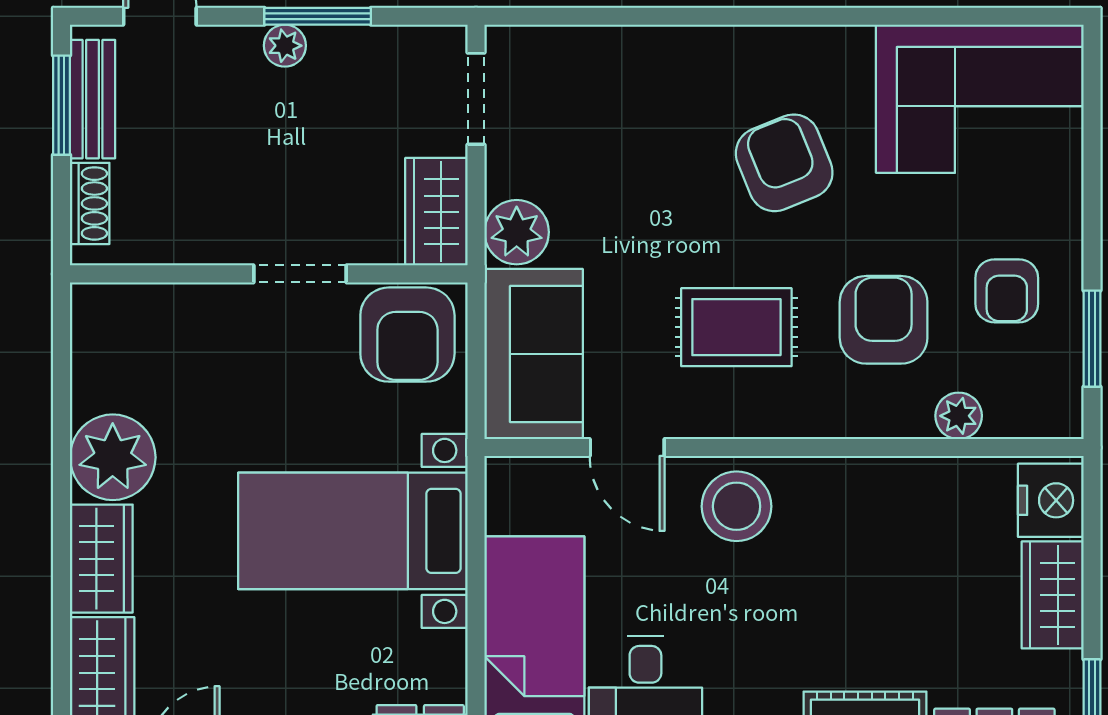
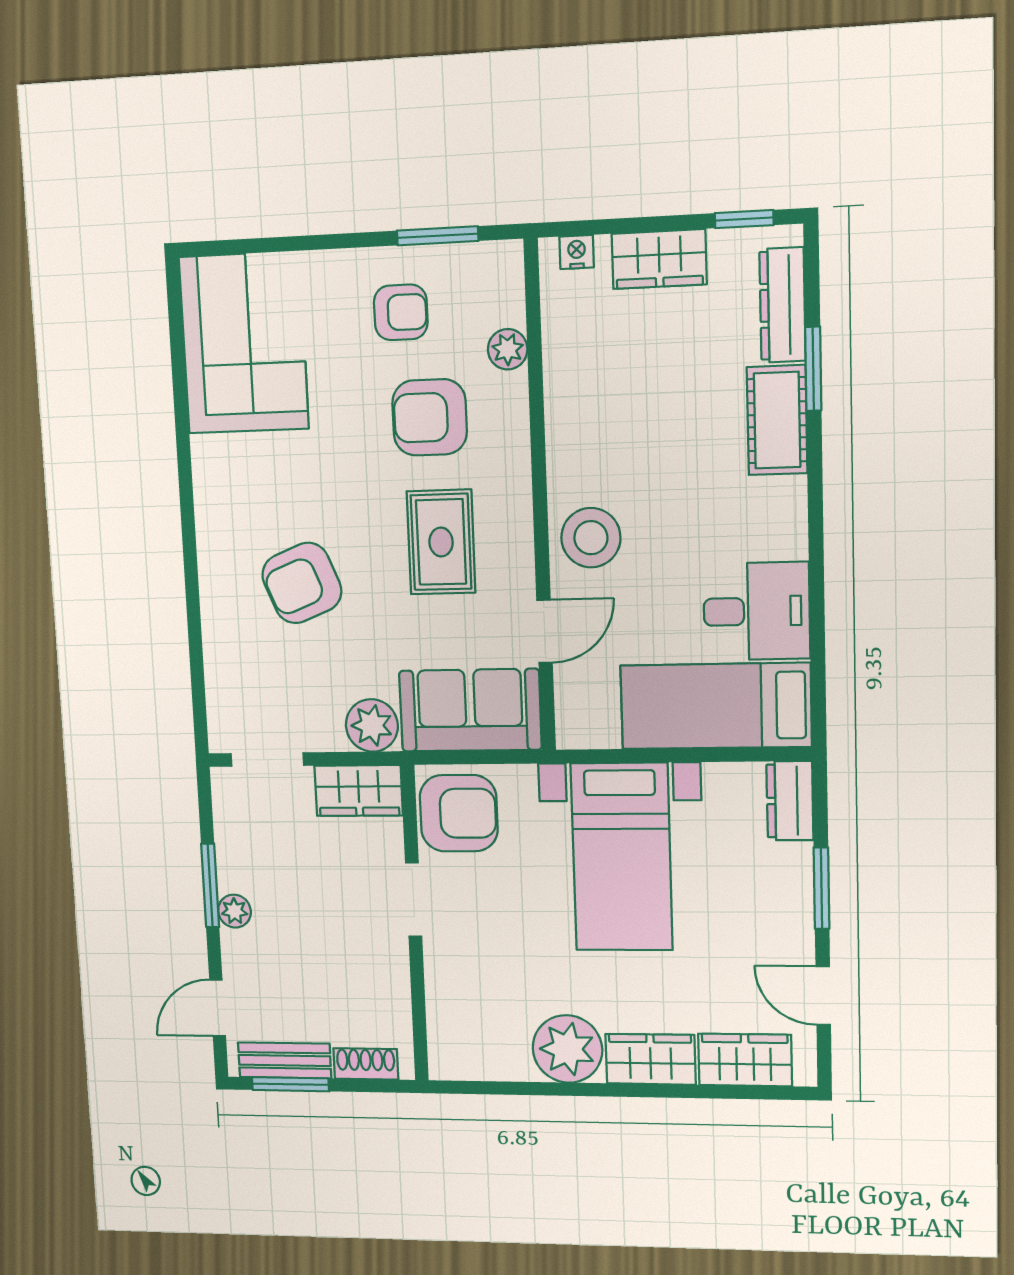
armchair: (784, 163) -> (302, 583), moved
nightstand: (1051, 500) -> (577, 252), width x0.53, depth x0.56

